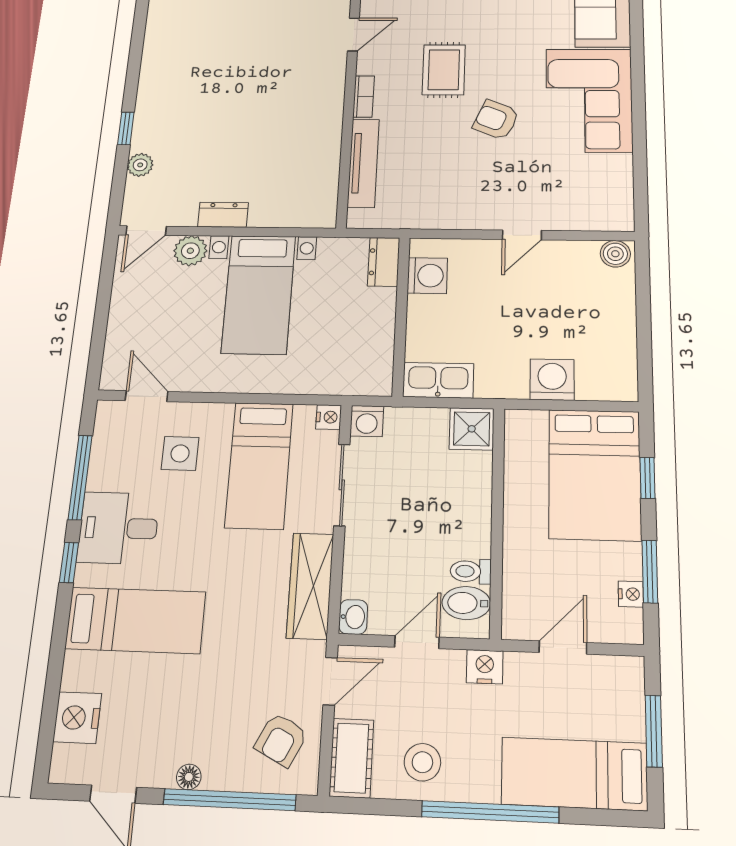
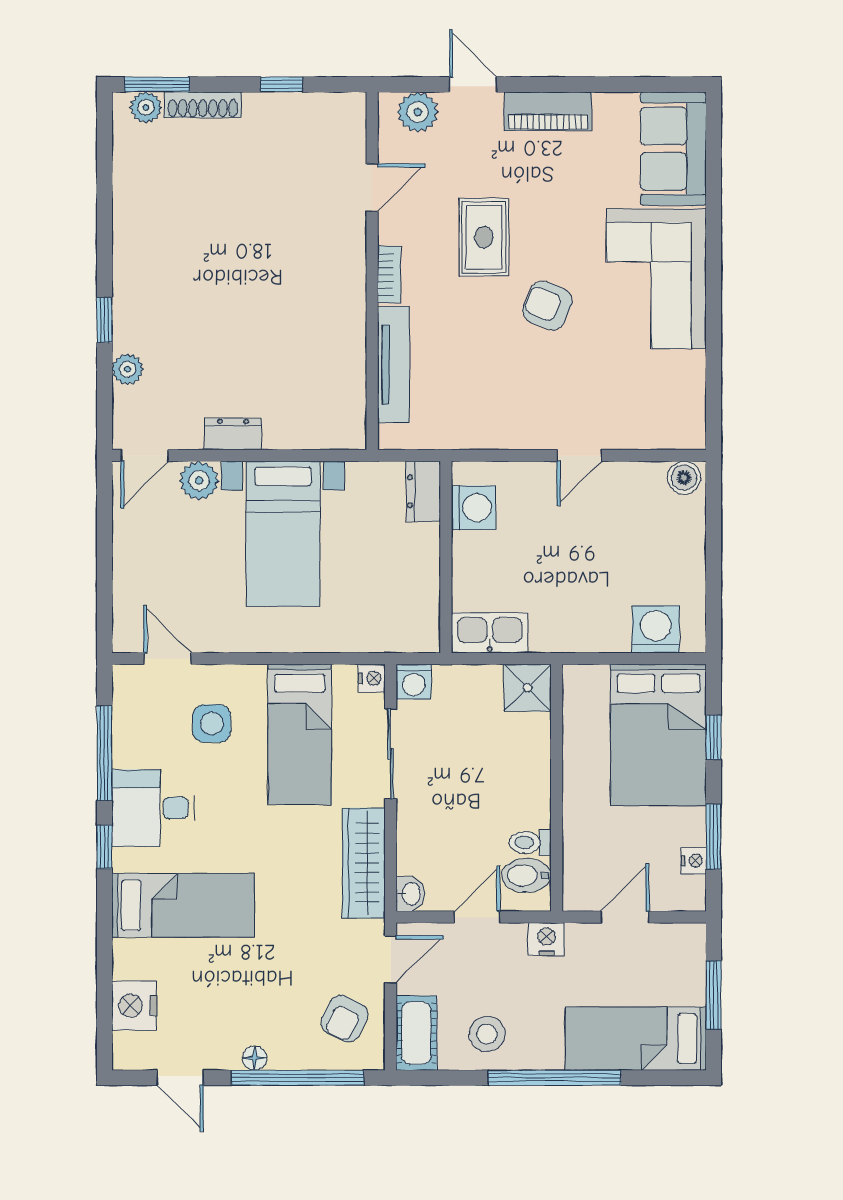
washing machine: (552, 380) -> (656, 629), moved

